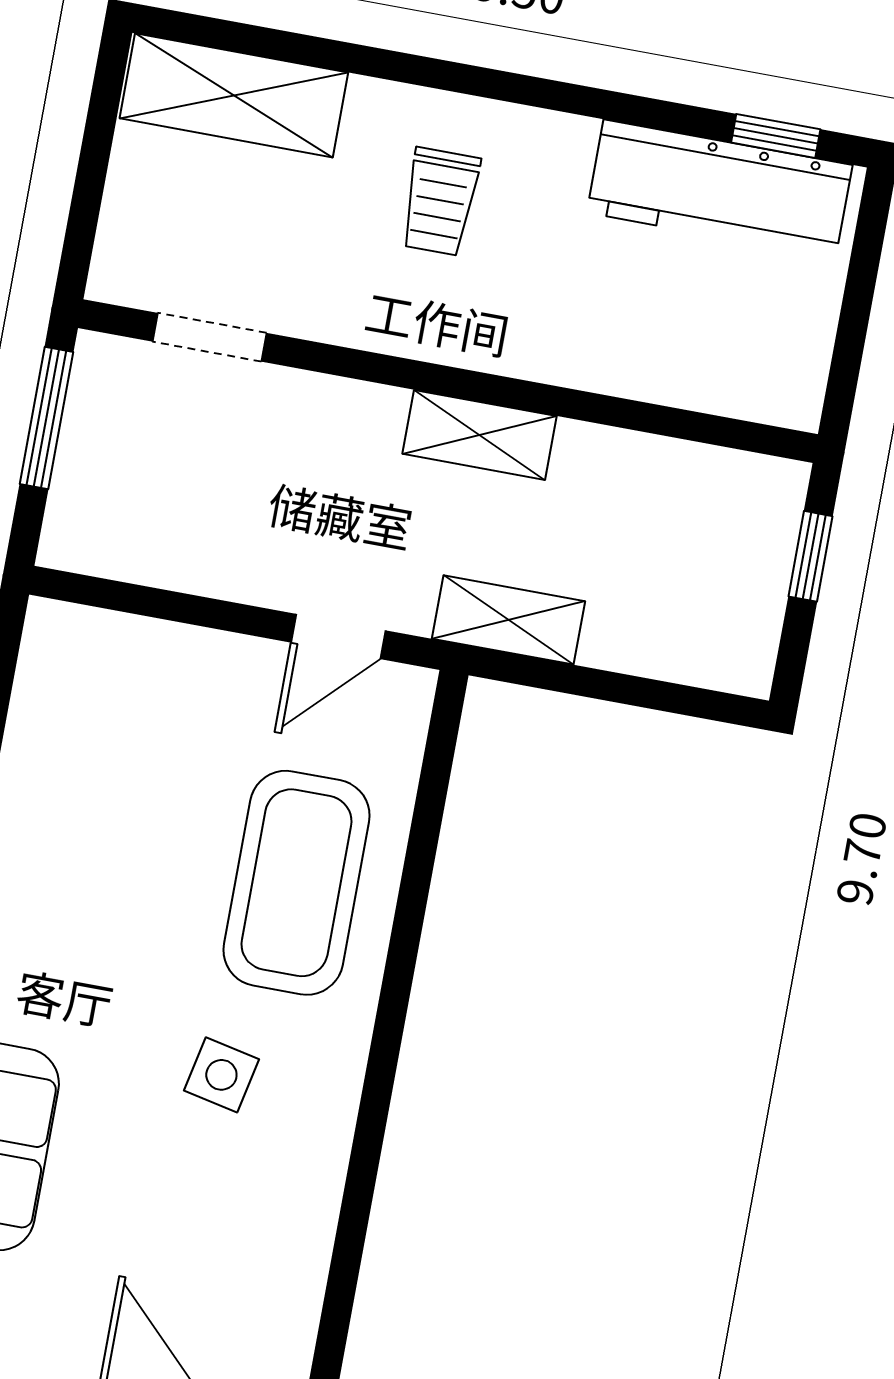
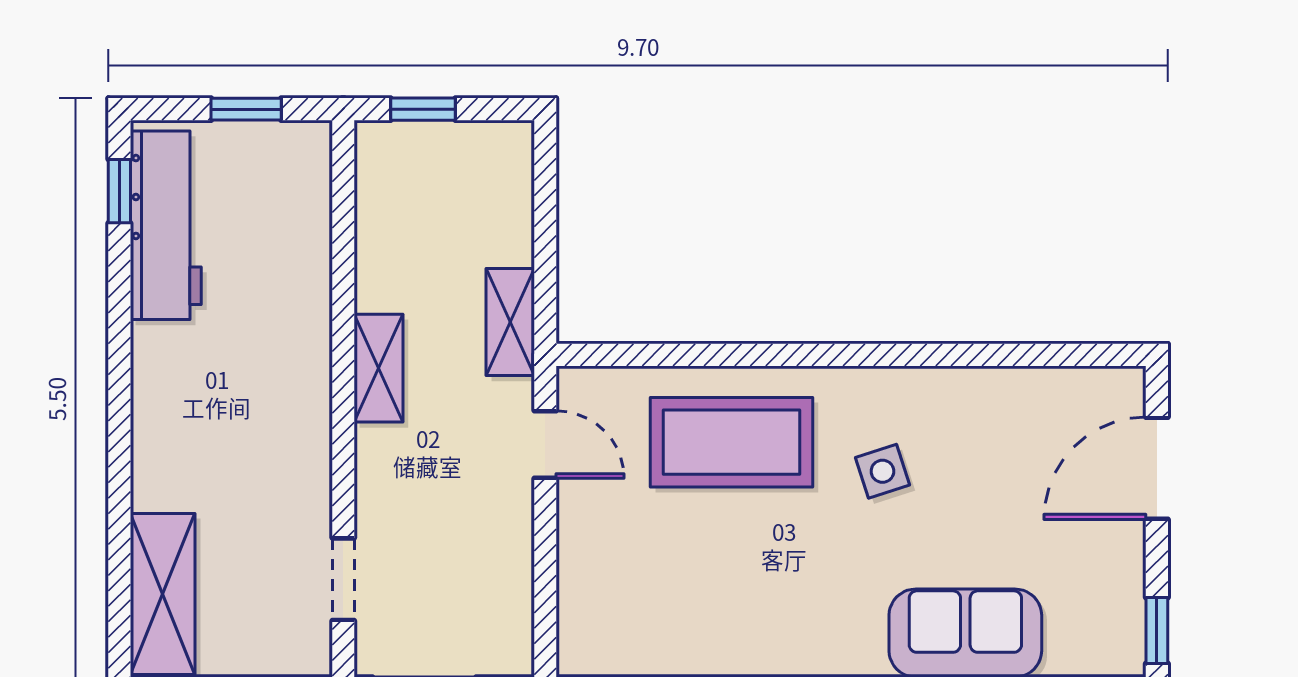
trolley: (440, 202) -> (213, 429), removed
window: (853, 323) -> (246, 109), added
side table: (221, 1075) -> (882, 471), turned -30

